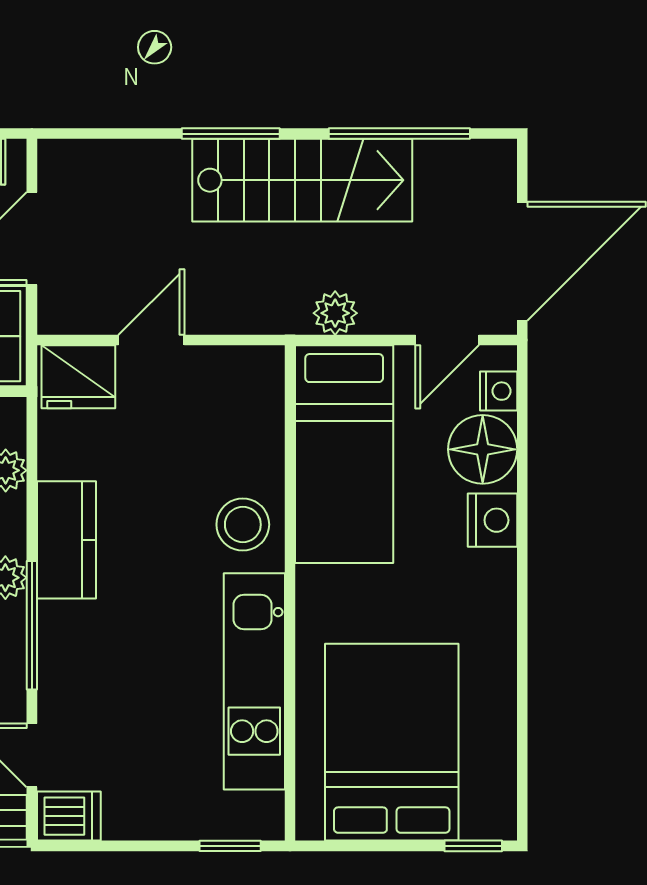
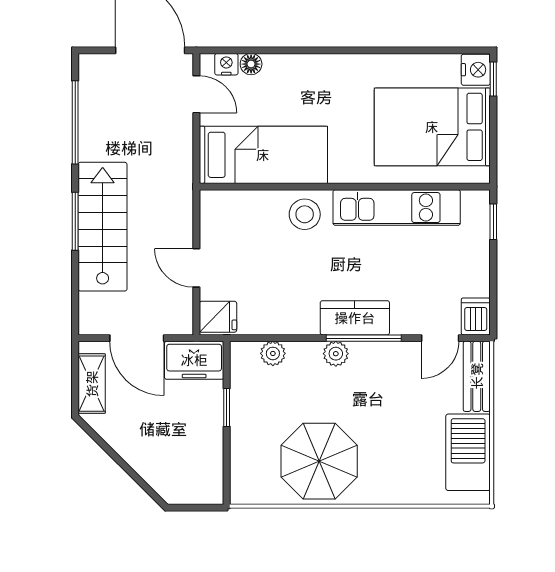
stairs: (302, 180) -> (103, 227), moved
plant: (335, 313) -> (181, 160), removed
fridge: (78, 377) -> (218, 317), width x0.72
floor lamp: (483, 449) -> (251, 64), width x0.53, depth x0.53
nightstand: (493, 520) -> (476, 70), moved, turned 90
kitchen counter: (66, 540) -> (355, 318), moved

